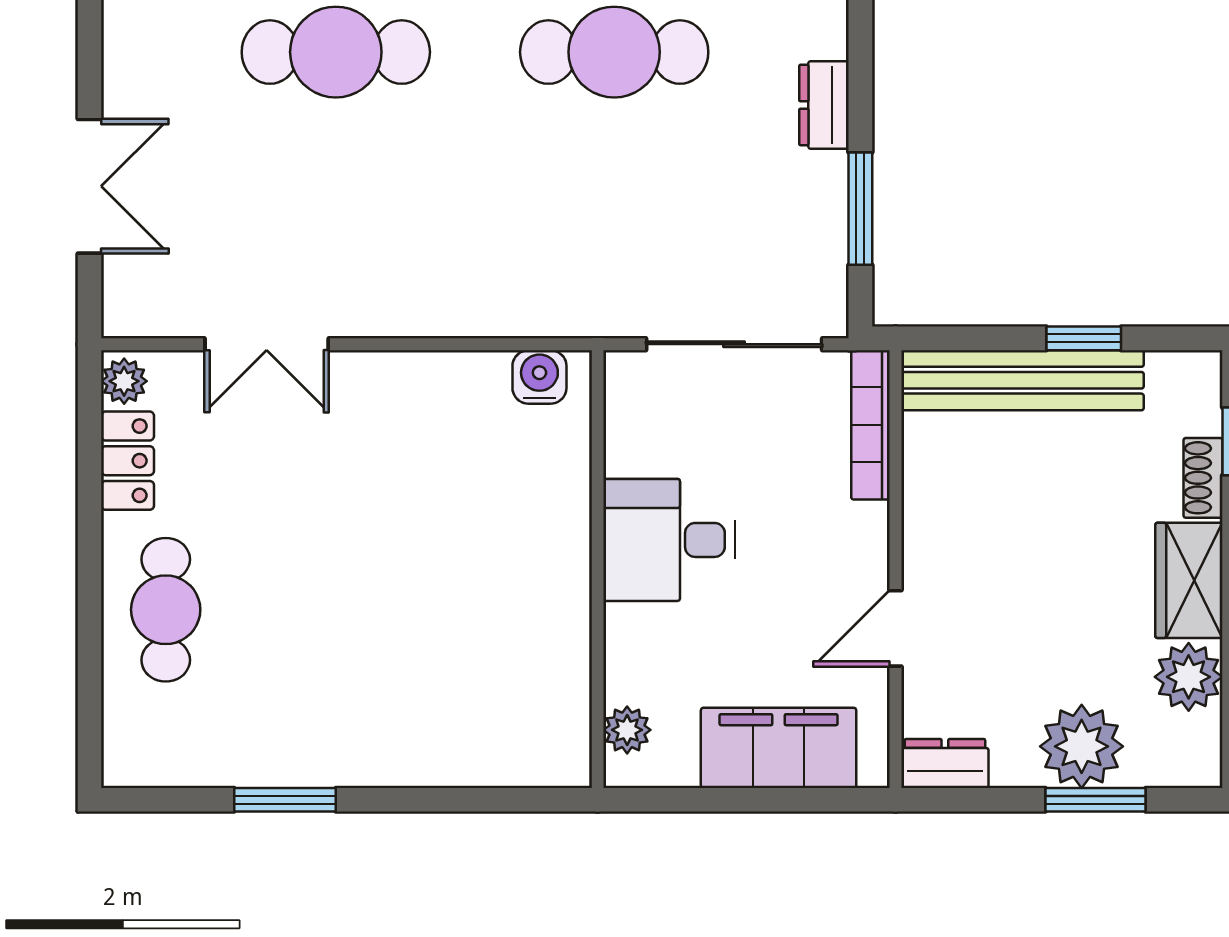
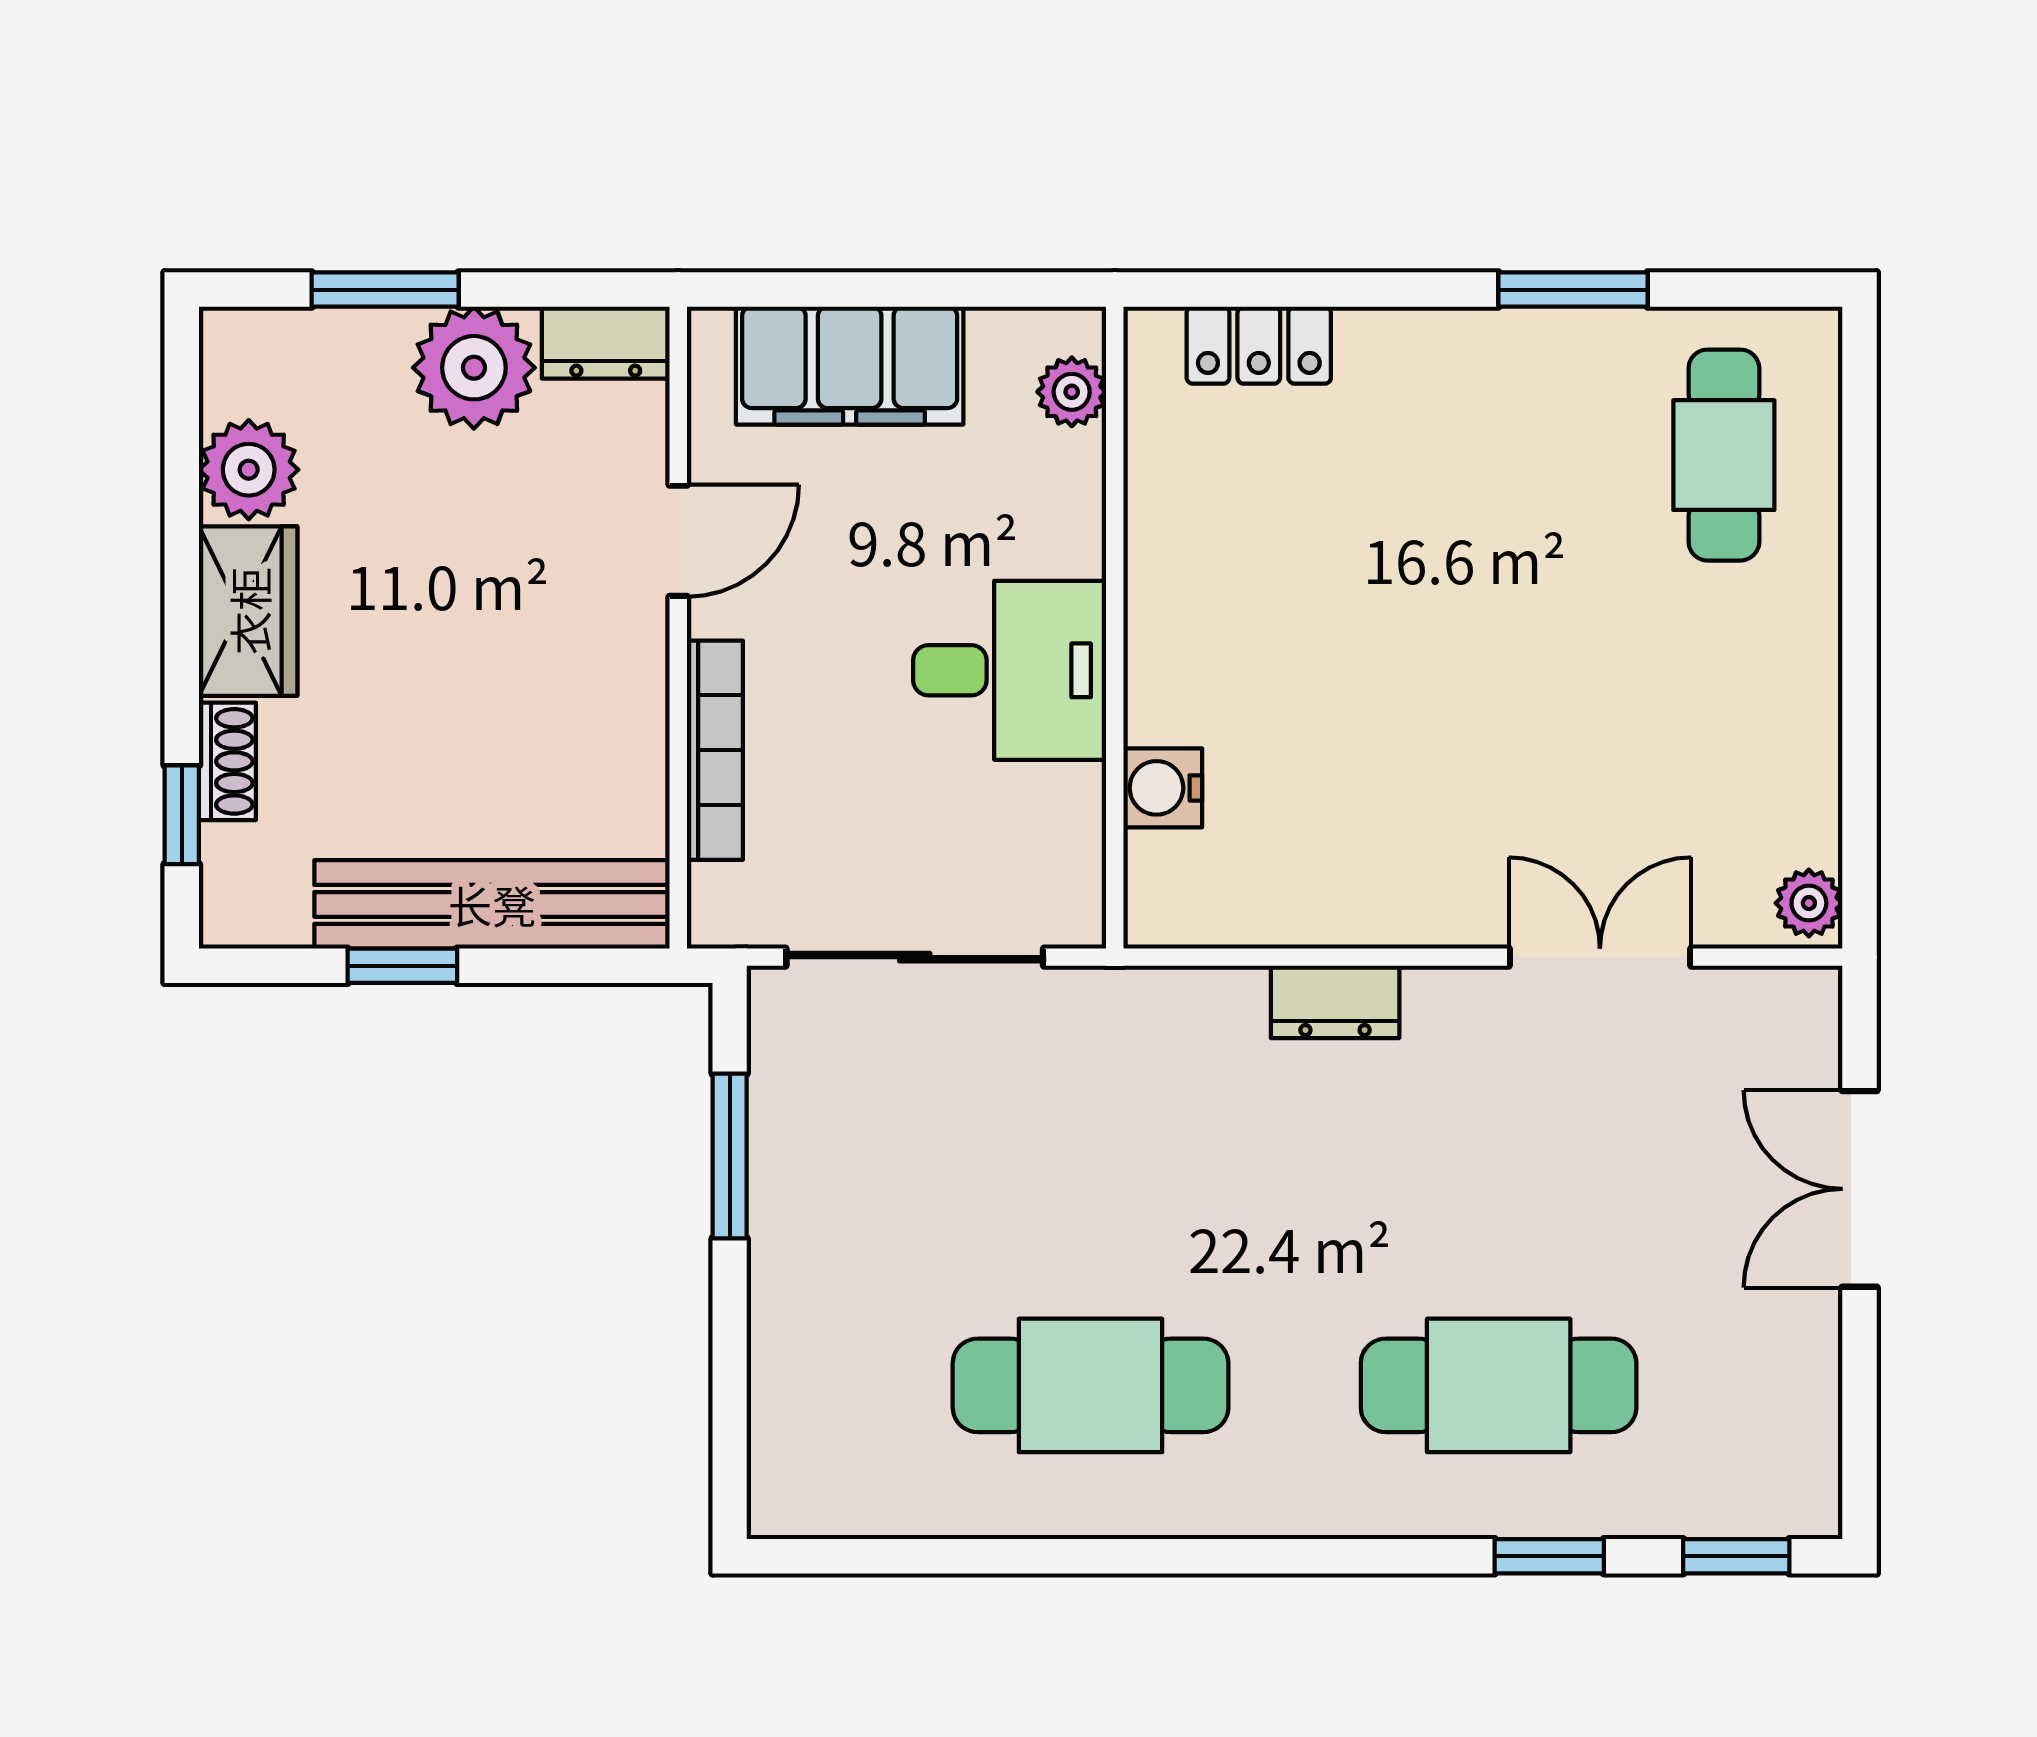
dresser: (824, 105) -> (1335, 1002), moved, turned 90
water cooler: (539, 377) -> (1163, 788), moved, turned 90
bookcase: (870, 425) -> (715, 750), moved
locker: (128, 461) -> (1259, 345), moved, turned -90
cafe table: (166, 610) -> (1724, 455), moved
plant: (1082, 746) -> (474, 368), moved

